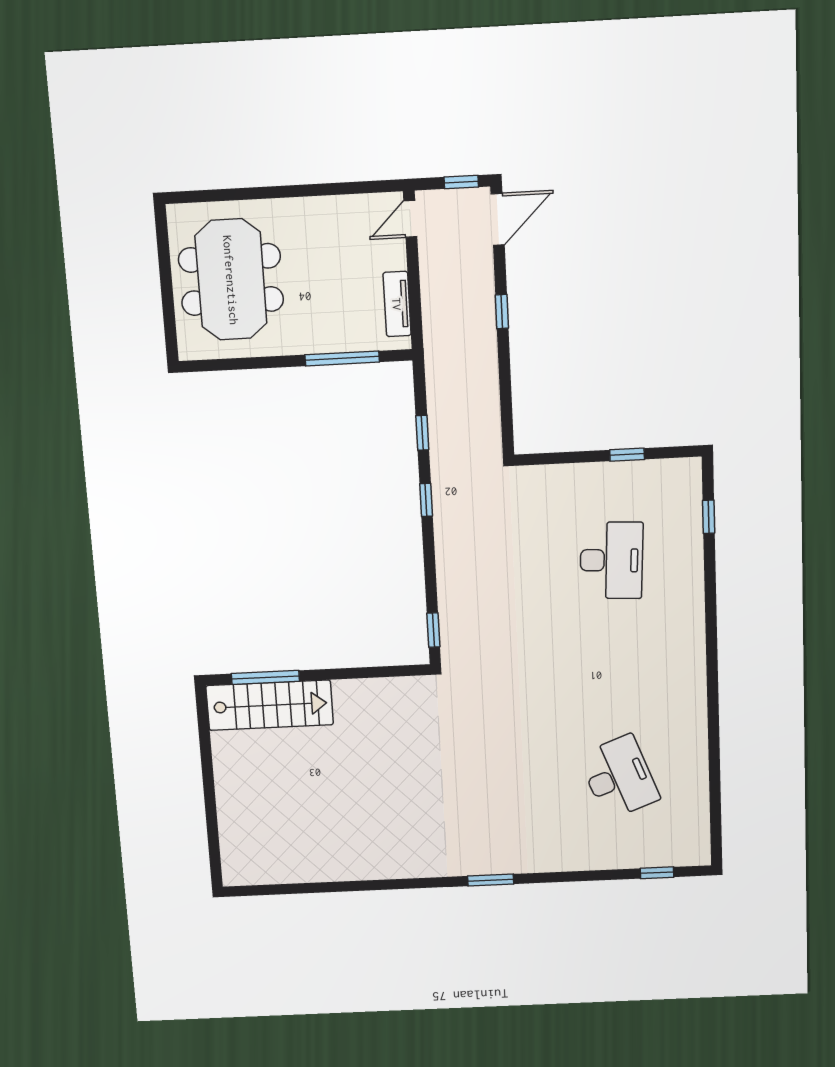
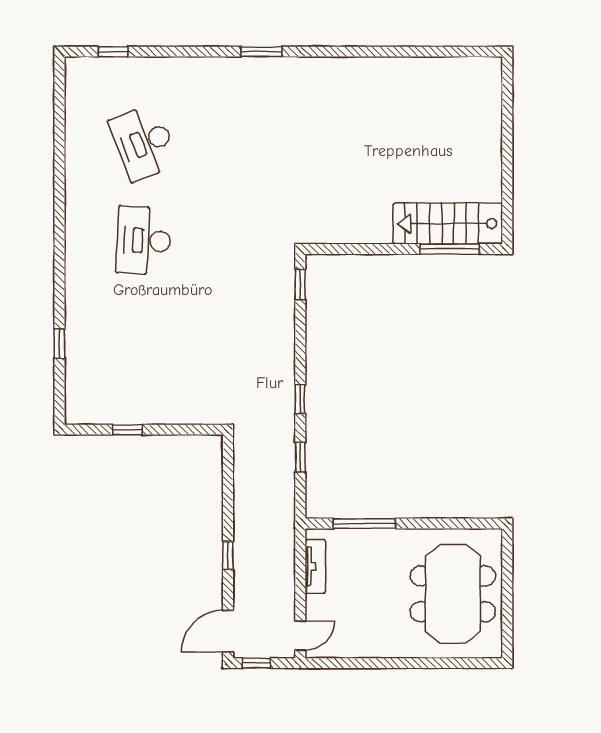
window: (709, 517) -> (59, 344), moved
desk: (611, 560) -> (144, 241), moved

